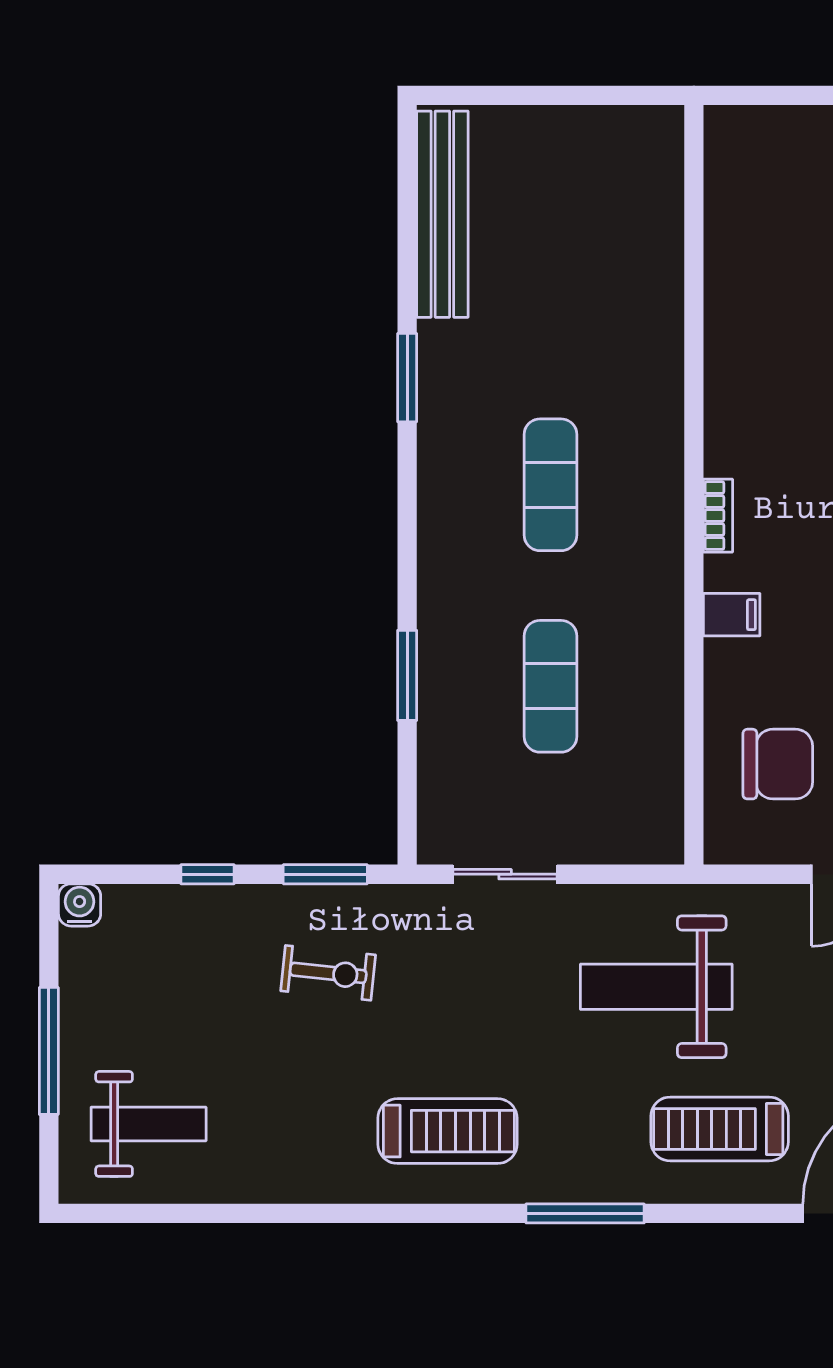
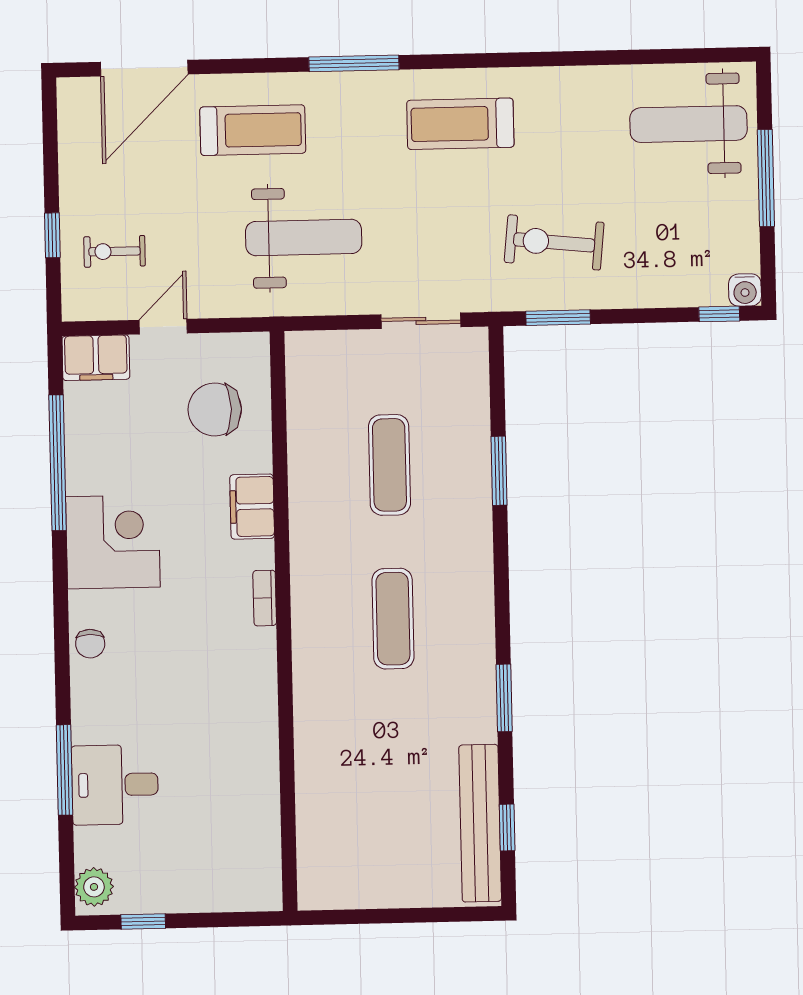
window: (407, 208) -> (507, 827), added
filing cabinet: (732, 615) -> (252, 507), width x2.00
window: (207, 874) -> (719, 314), moved
exercise bike: (328, 973) -> (554, 242), width x1.38, depth x1.39
weight bench: (149, 1124) -> (689, 124), width x1.36, depth x1.33

